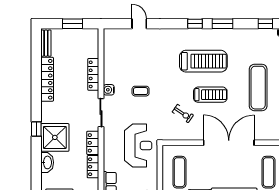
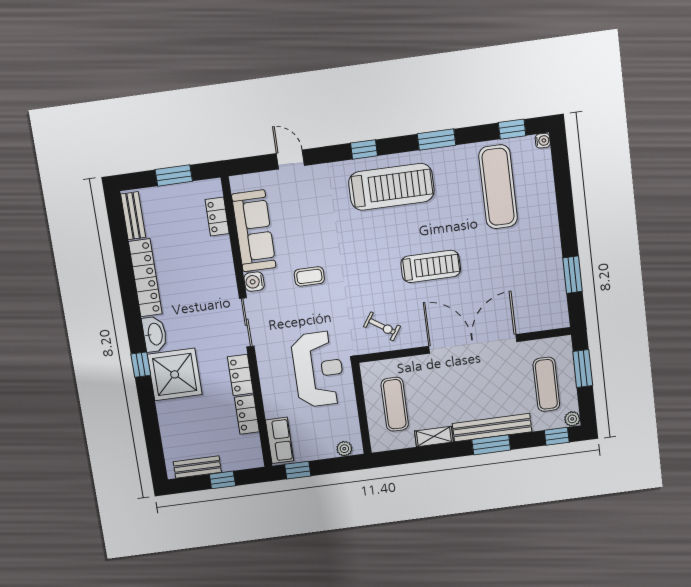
window: (195, 24) -> (364, 149), moved
sofa: (113, 61) -> (254, 231), added
treadmill: (203, 61) -> (391, 187), moved
locker: (93, 74) -> (217, 217), moved, width x0.66
exercise mat: (258, 88) -> (498, 187), moved
exercise bike: (183, 114) -> (382, 326), moved
washbasin: (47, 162) -> (155, 334), moved

